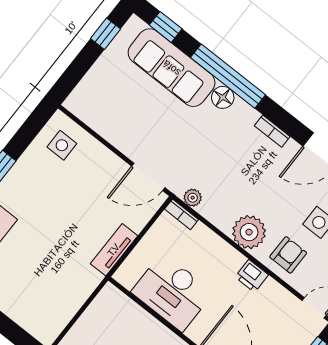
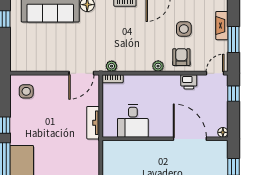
plant: (249, 232) -> (158, 66), width x0.53, depth x0.53
printer: (252, 276) -> (189, 82), moved
desk: (172, 292) -> (133, 121), width x0.73

